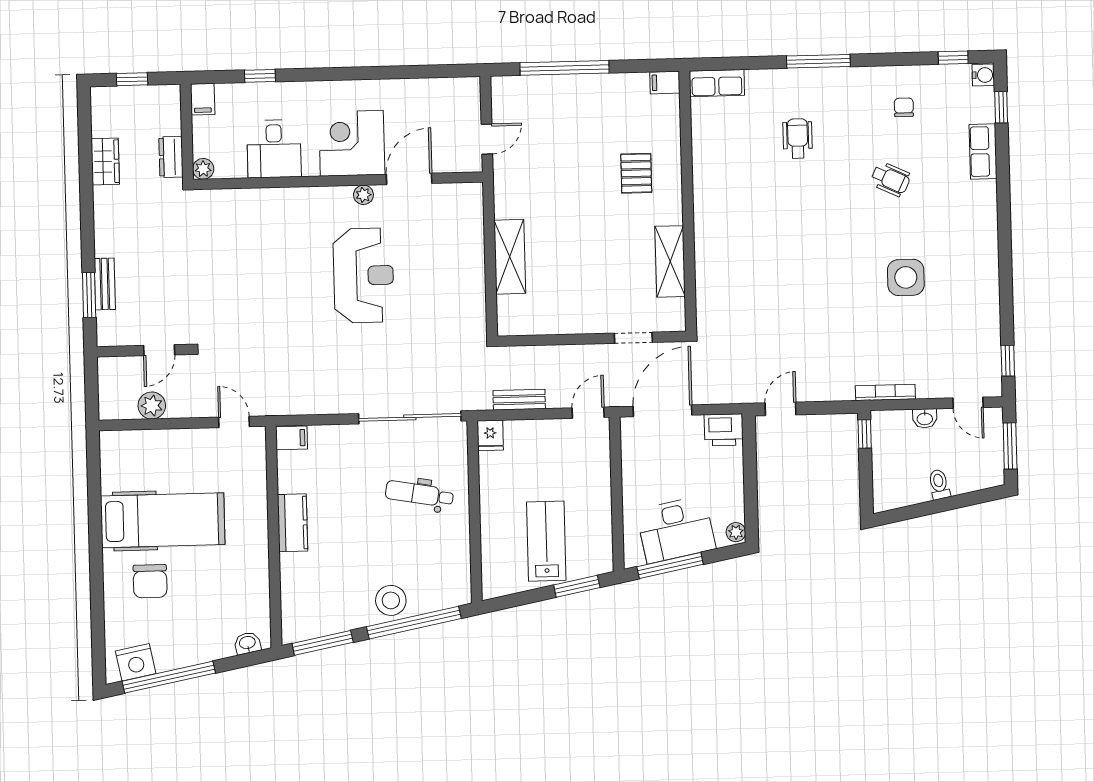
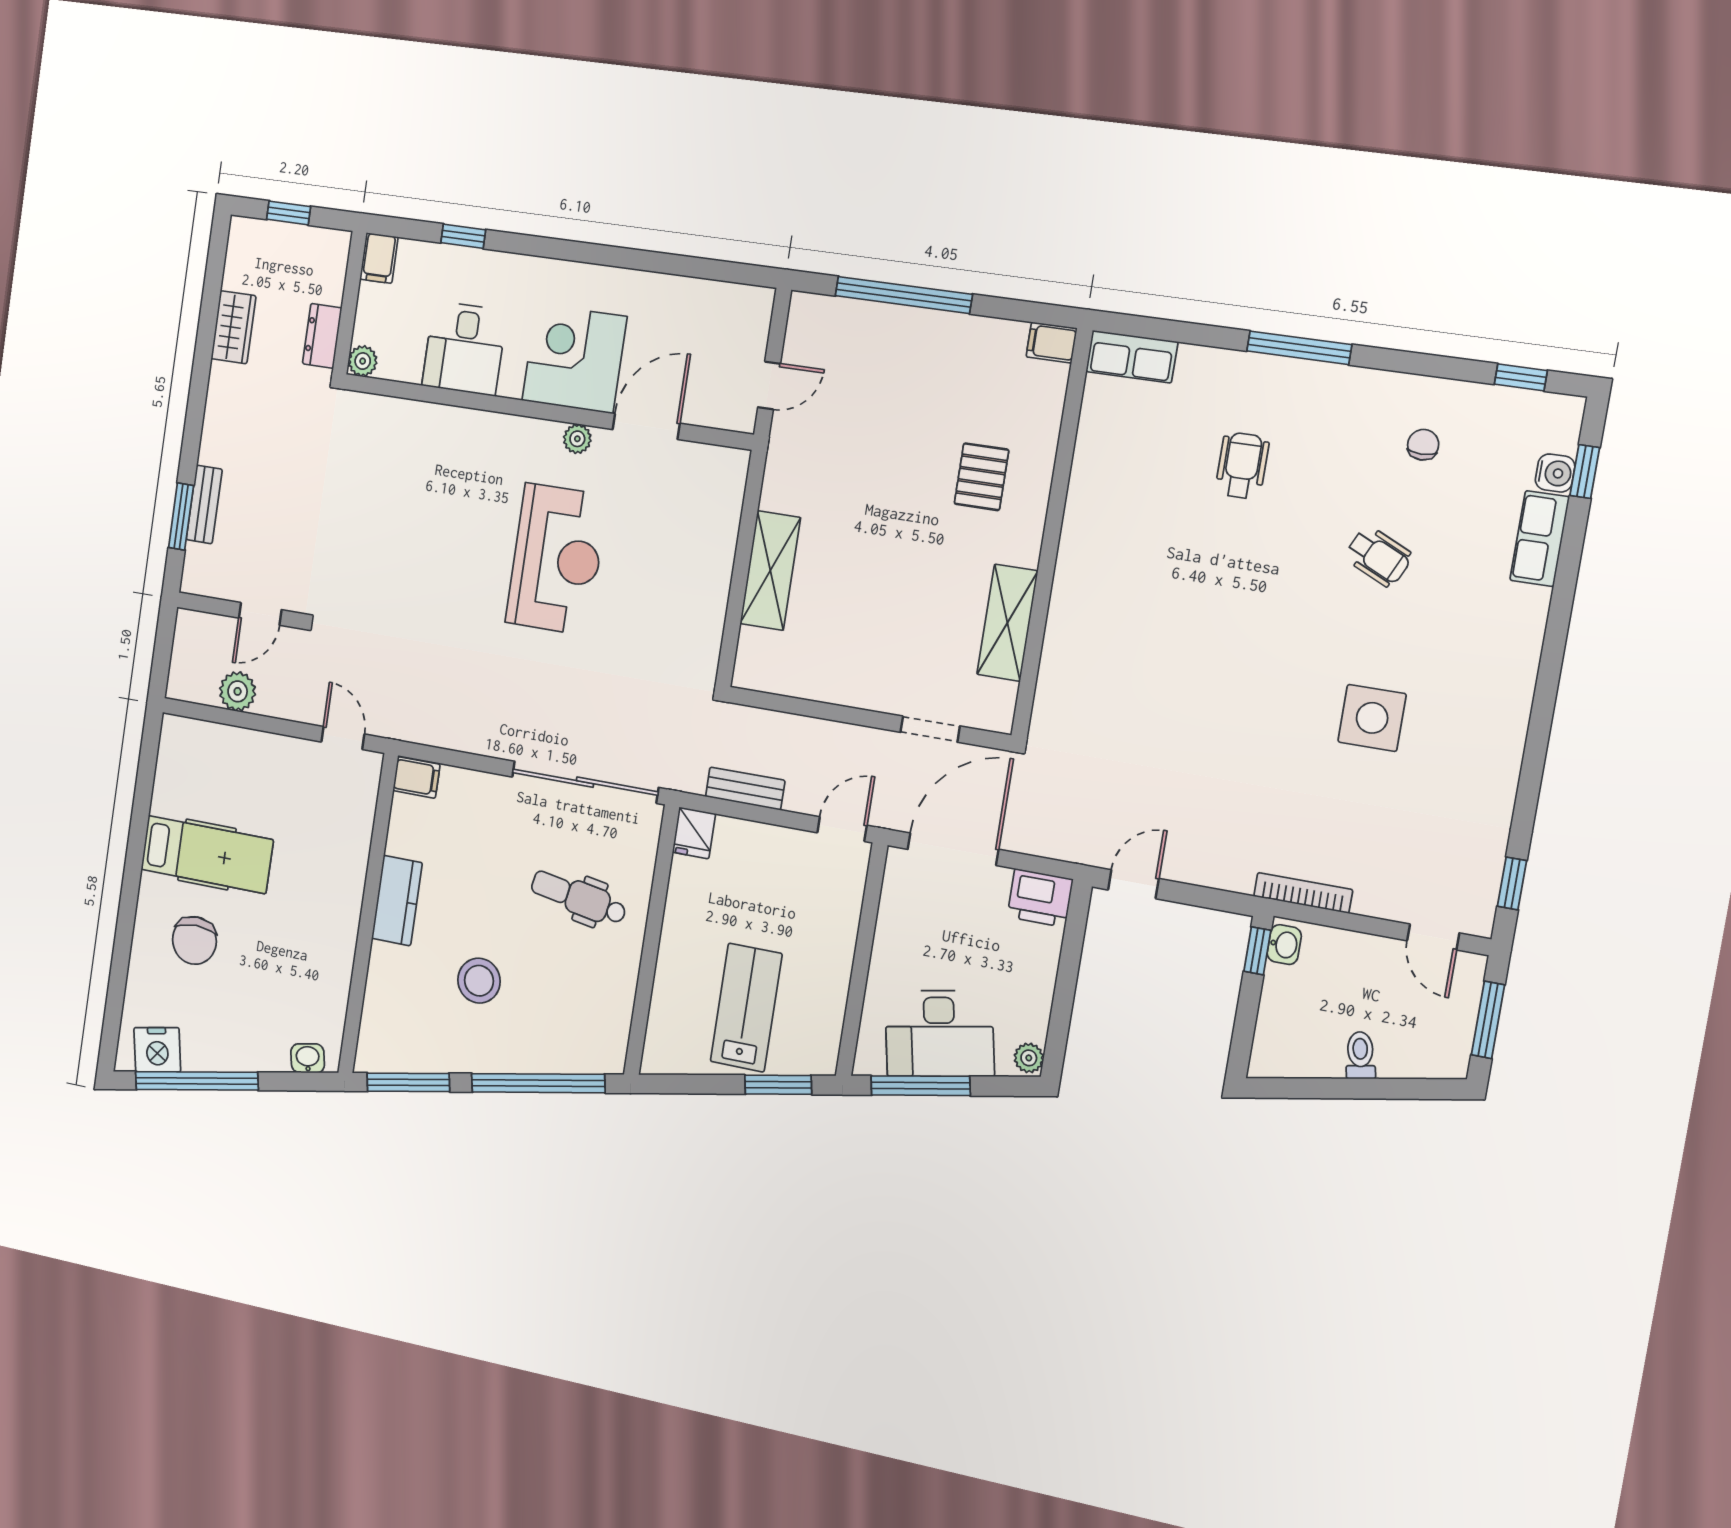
water cooler: (983, 75) -> (1555, 473), moved
washbasin: (925, 418) -> (1284, 945), moved, turned -90
hospital bed: (163, 520) -> (207, 855), width x0.73, depth x0.78
stool: (391, 600) -> (479, 981), moved

